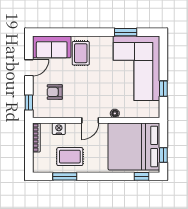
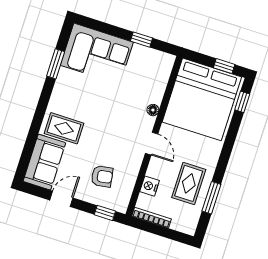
door: (29, 68) -> (61, 199), hinge flipped
corner sofa: (136, 68) -> (97, 54), width x0.73, depth x0.74
armchair: (55, 92) -> (102, 176), turned -99

